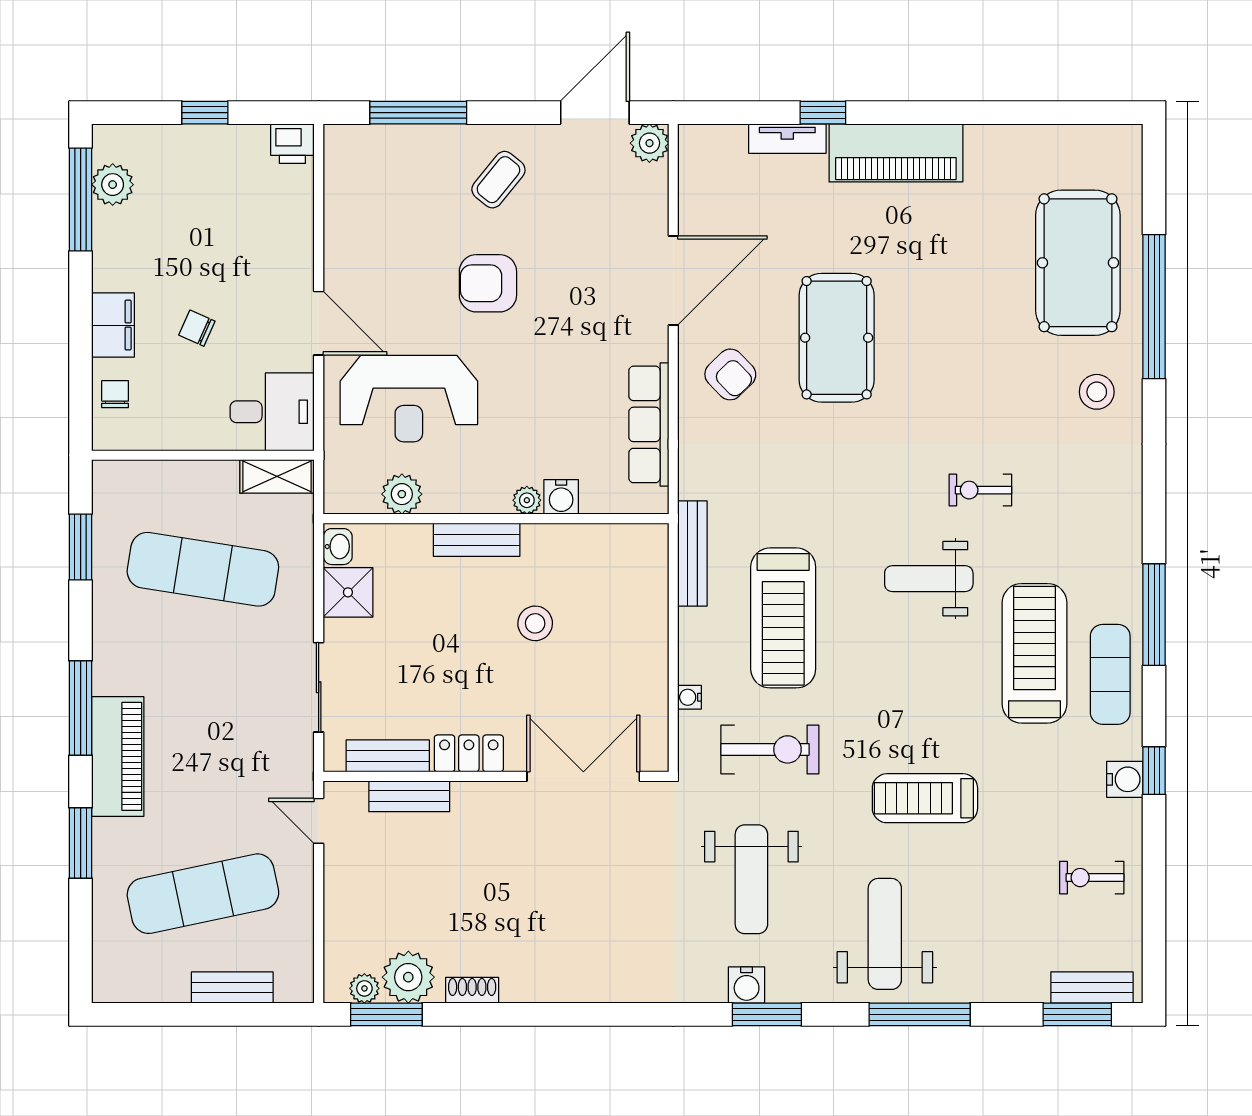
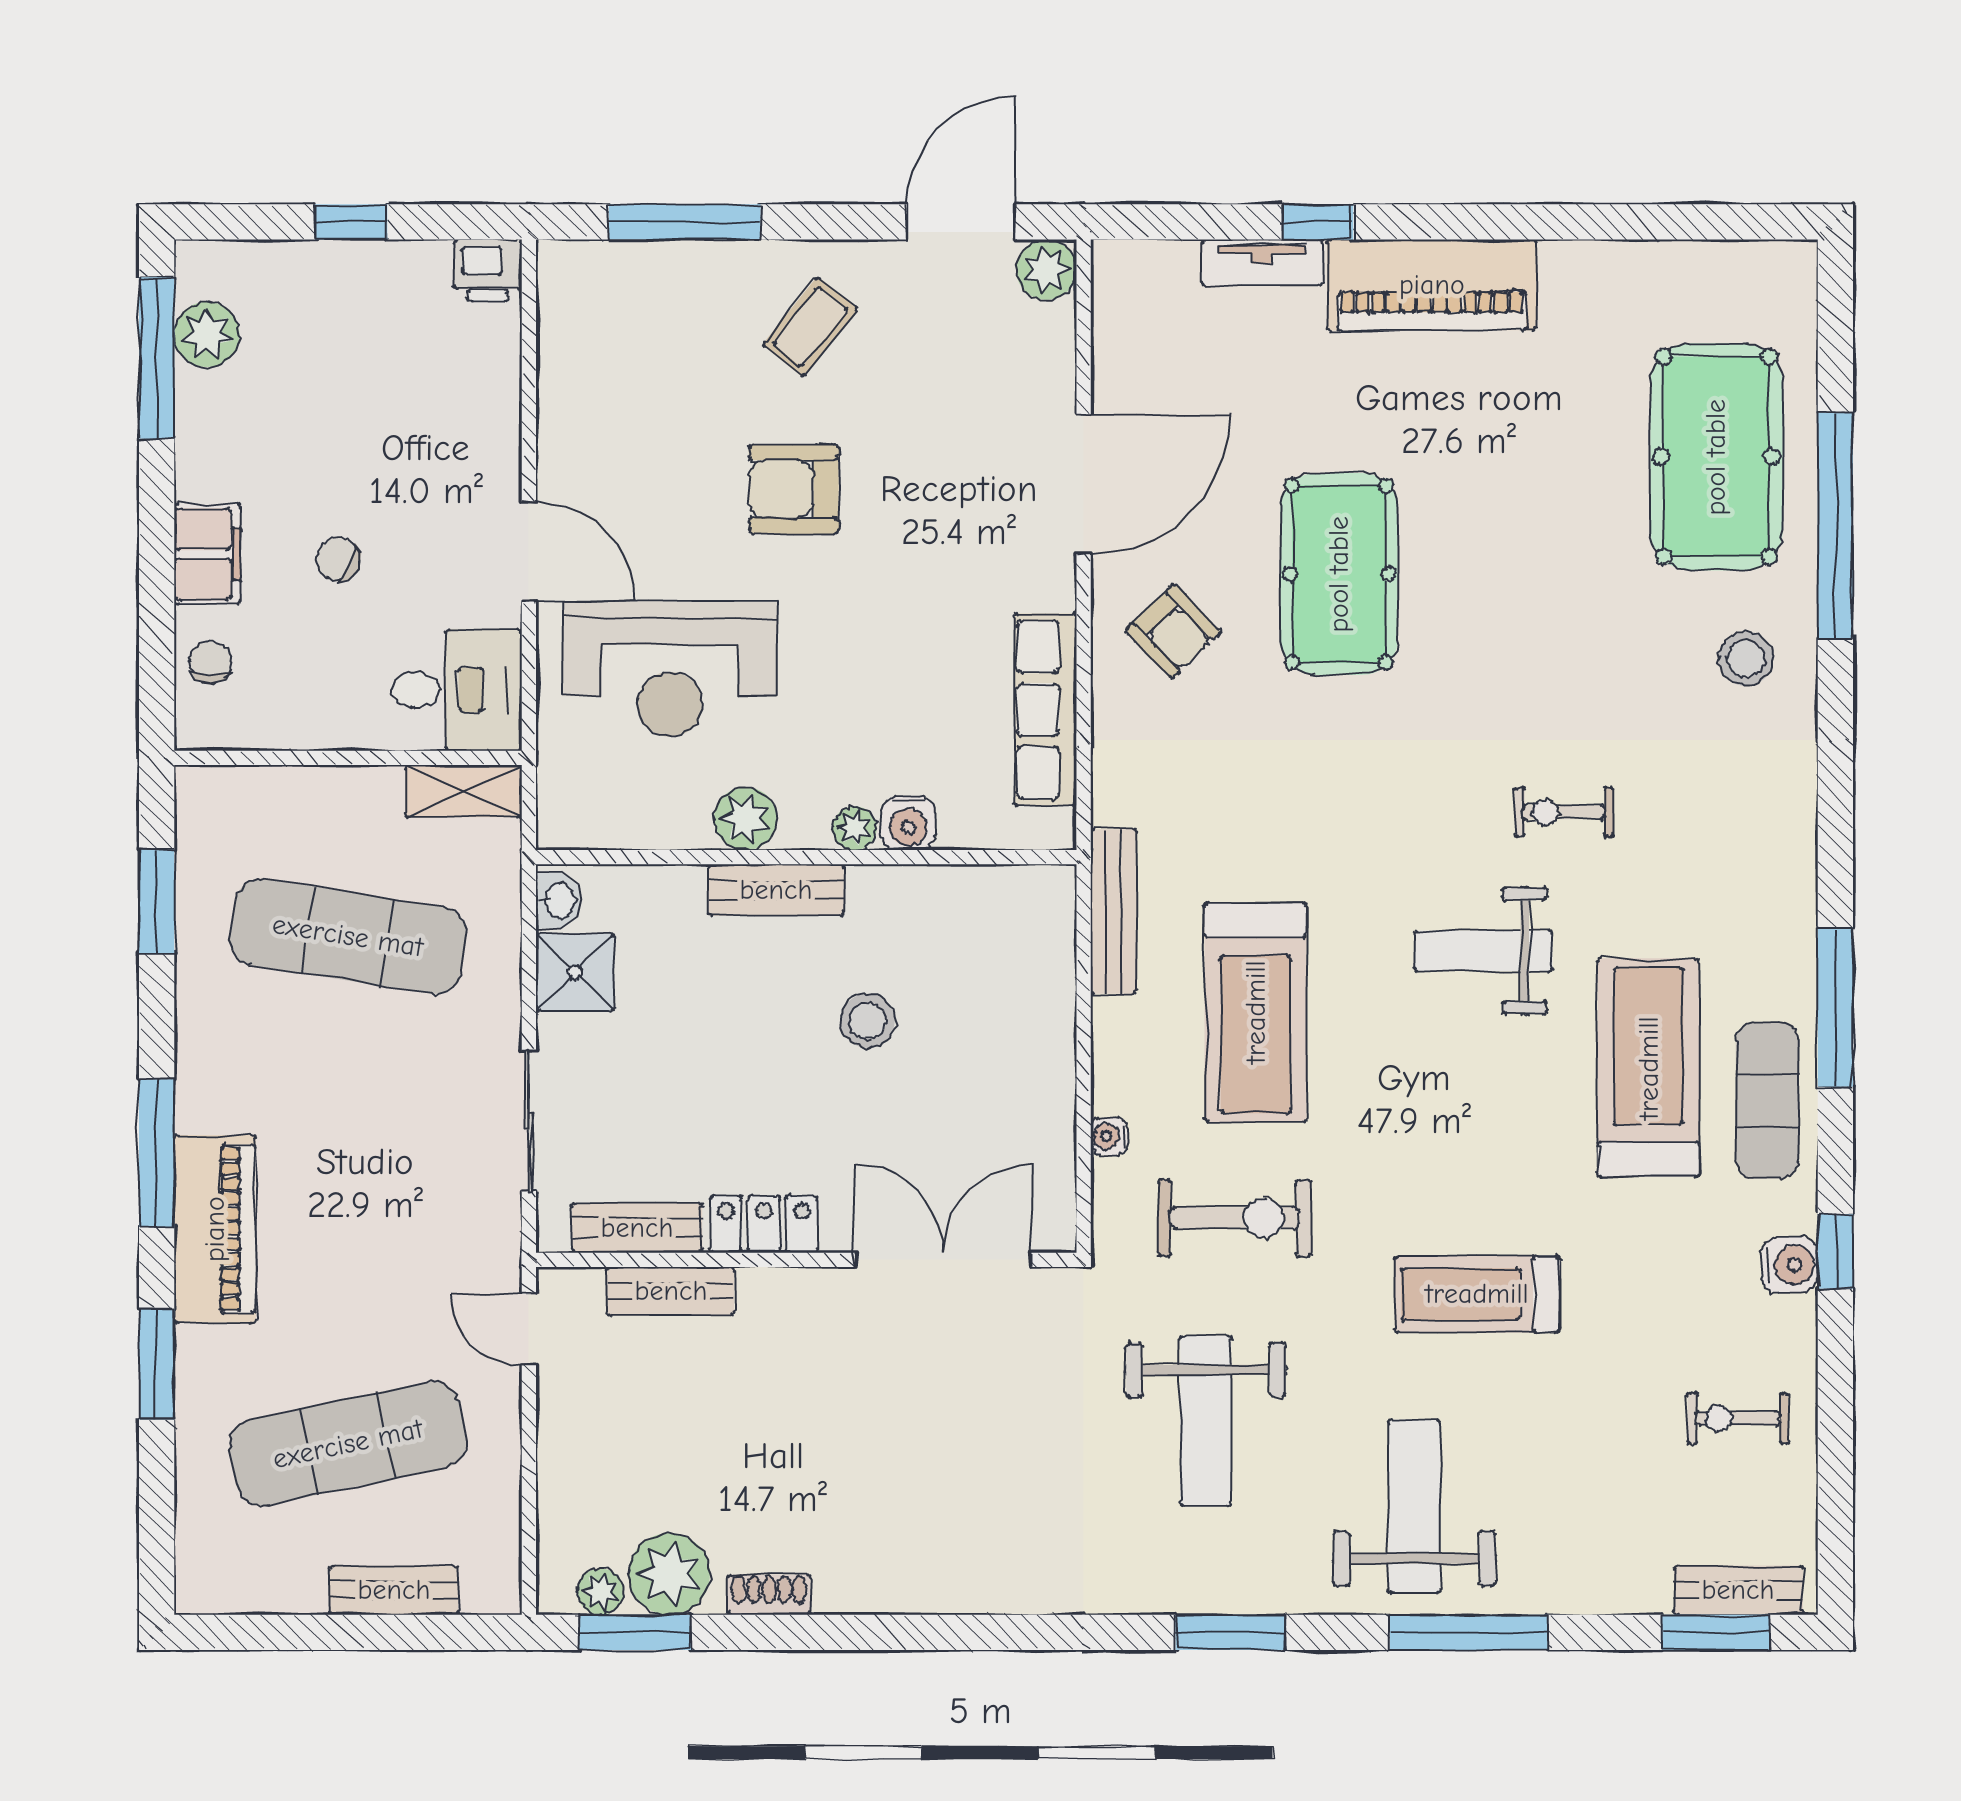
plant: (402, 494) -> (746, 819), moved
water cooler: (747, 985) -> (1198, 1586), removed

